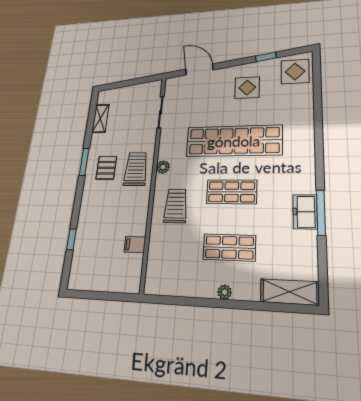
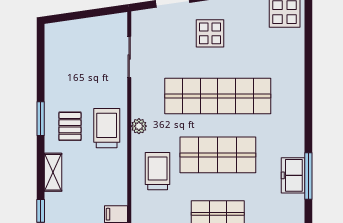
display table: (247, 88) -> (210, 33), moved
shelving: (100, 118) -> (53, 172), moved
shop shelf: (232, 192) -> (218, 155), width x1.43, depth x1.36

